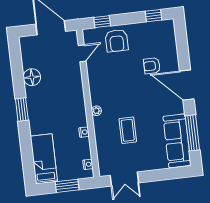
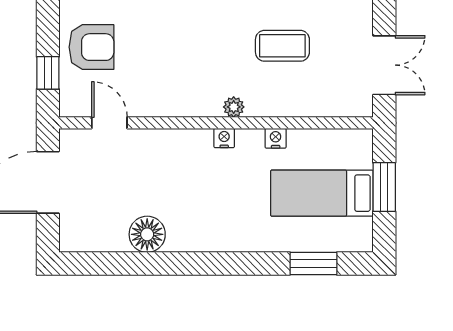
window: (22, 109) -> (313, 263), moved
bed: (44, 159) -> (322, 193), moved
nightstand: (88, 164) -> (224, 138), moved

